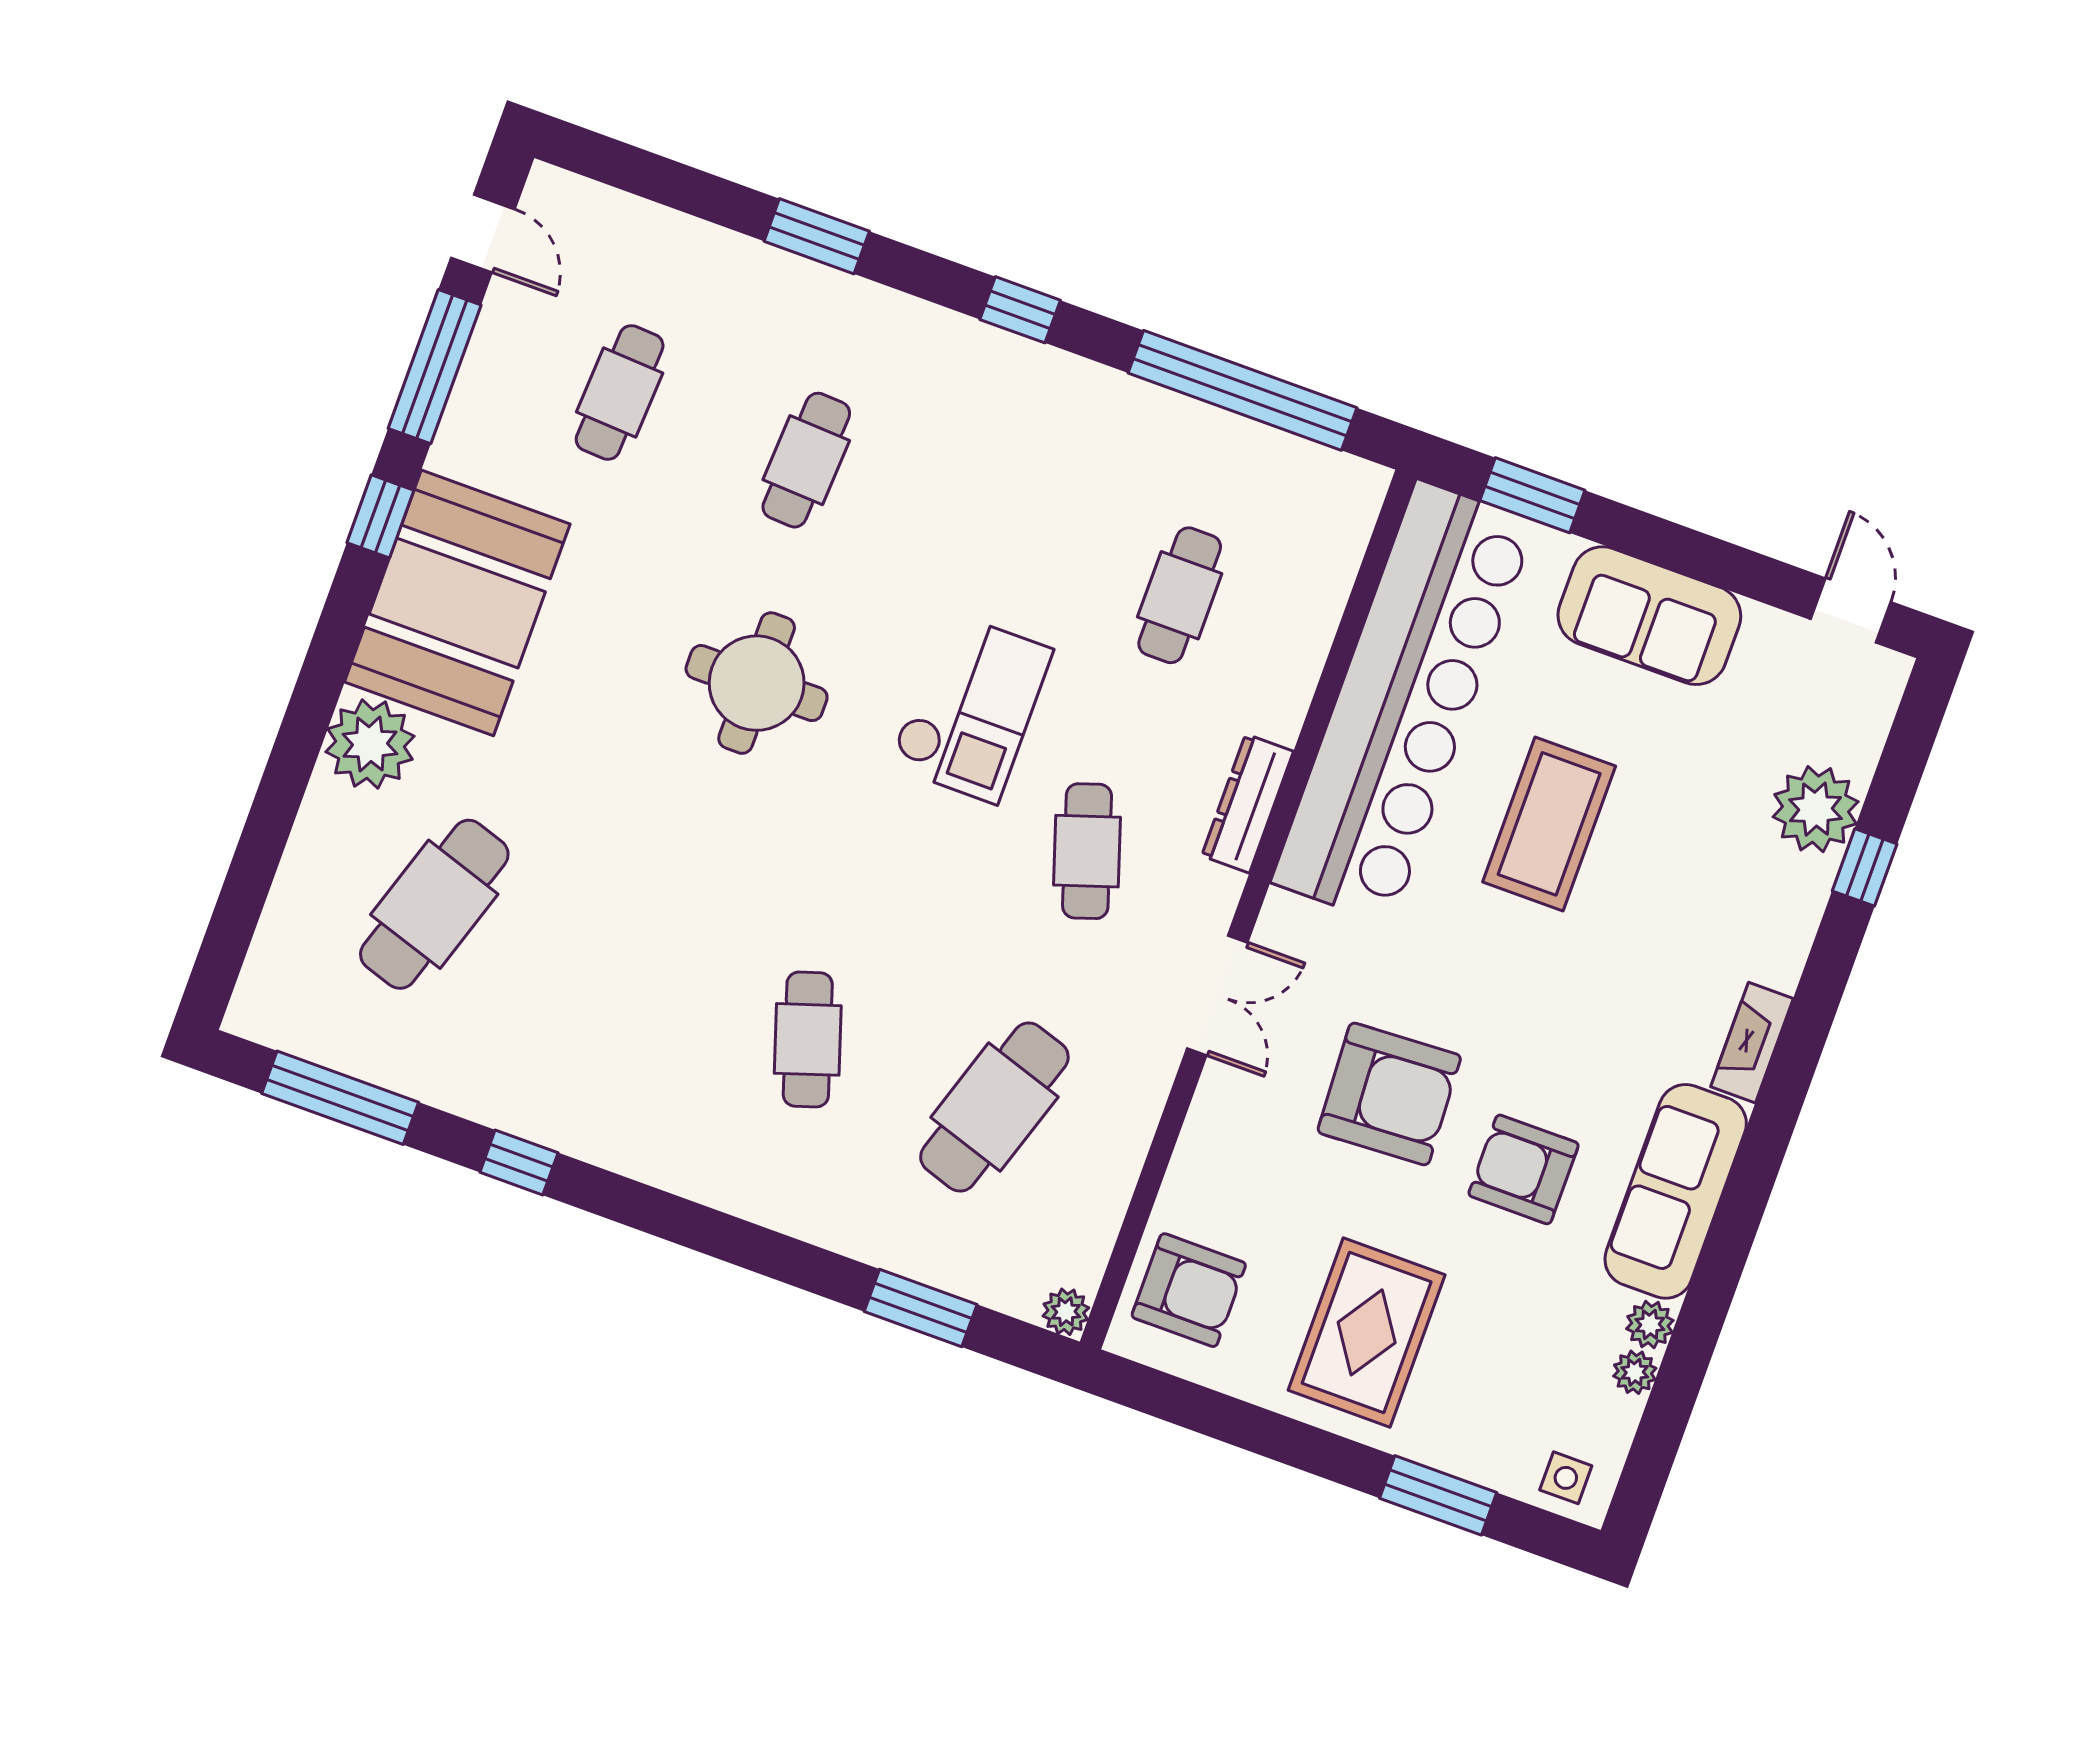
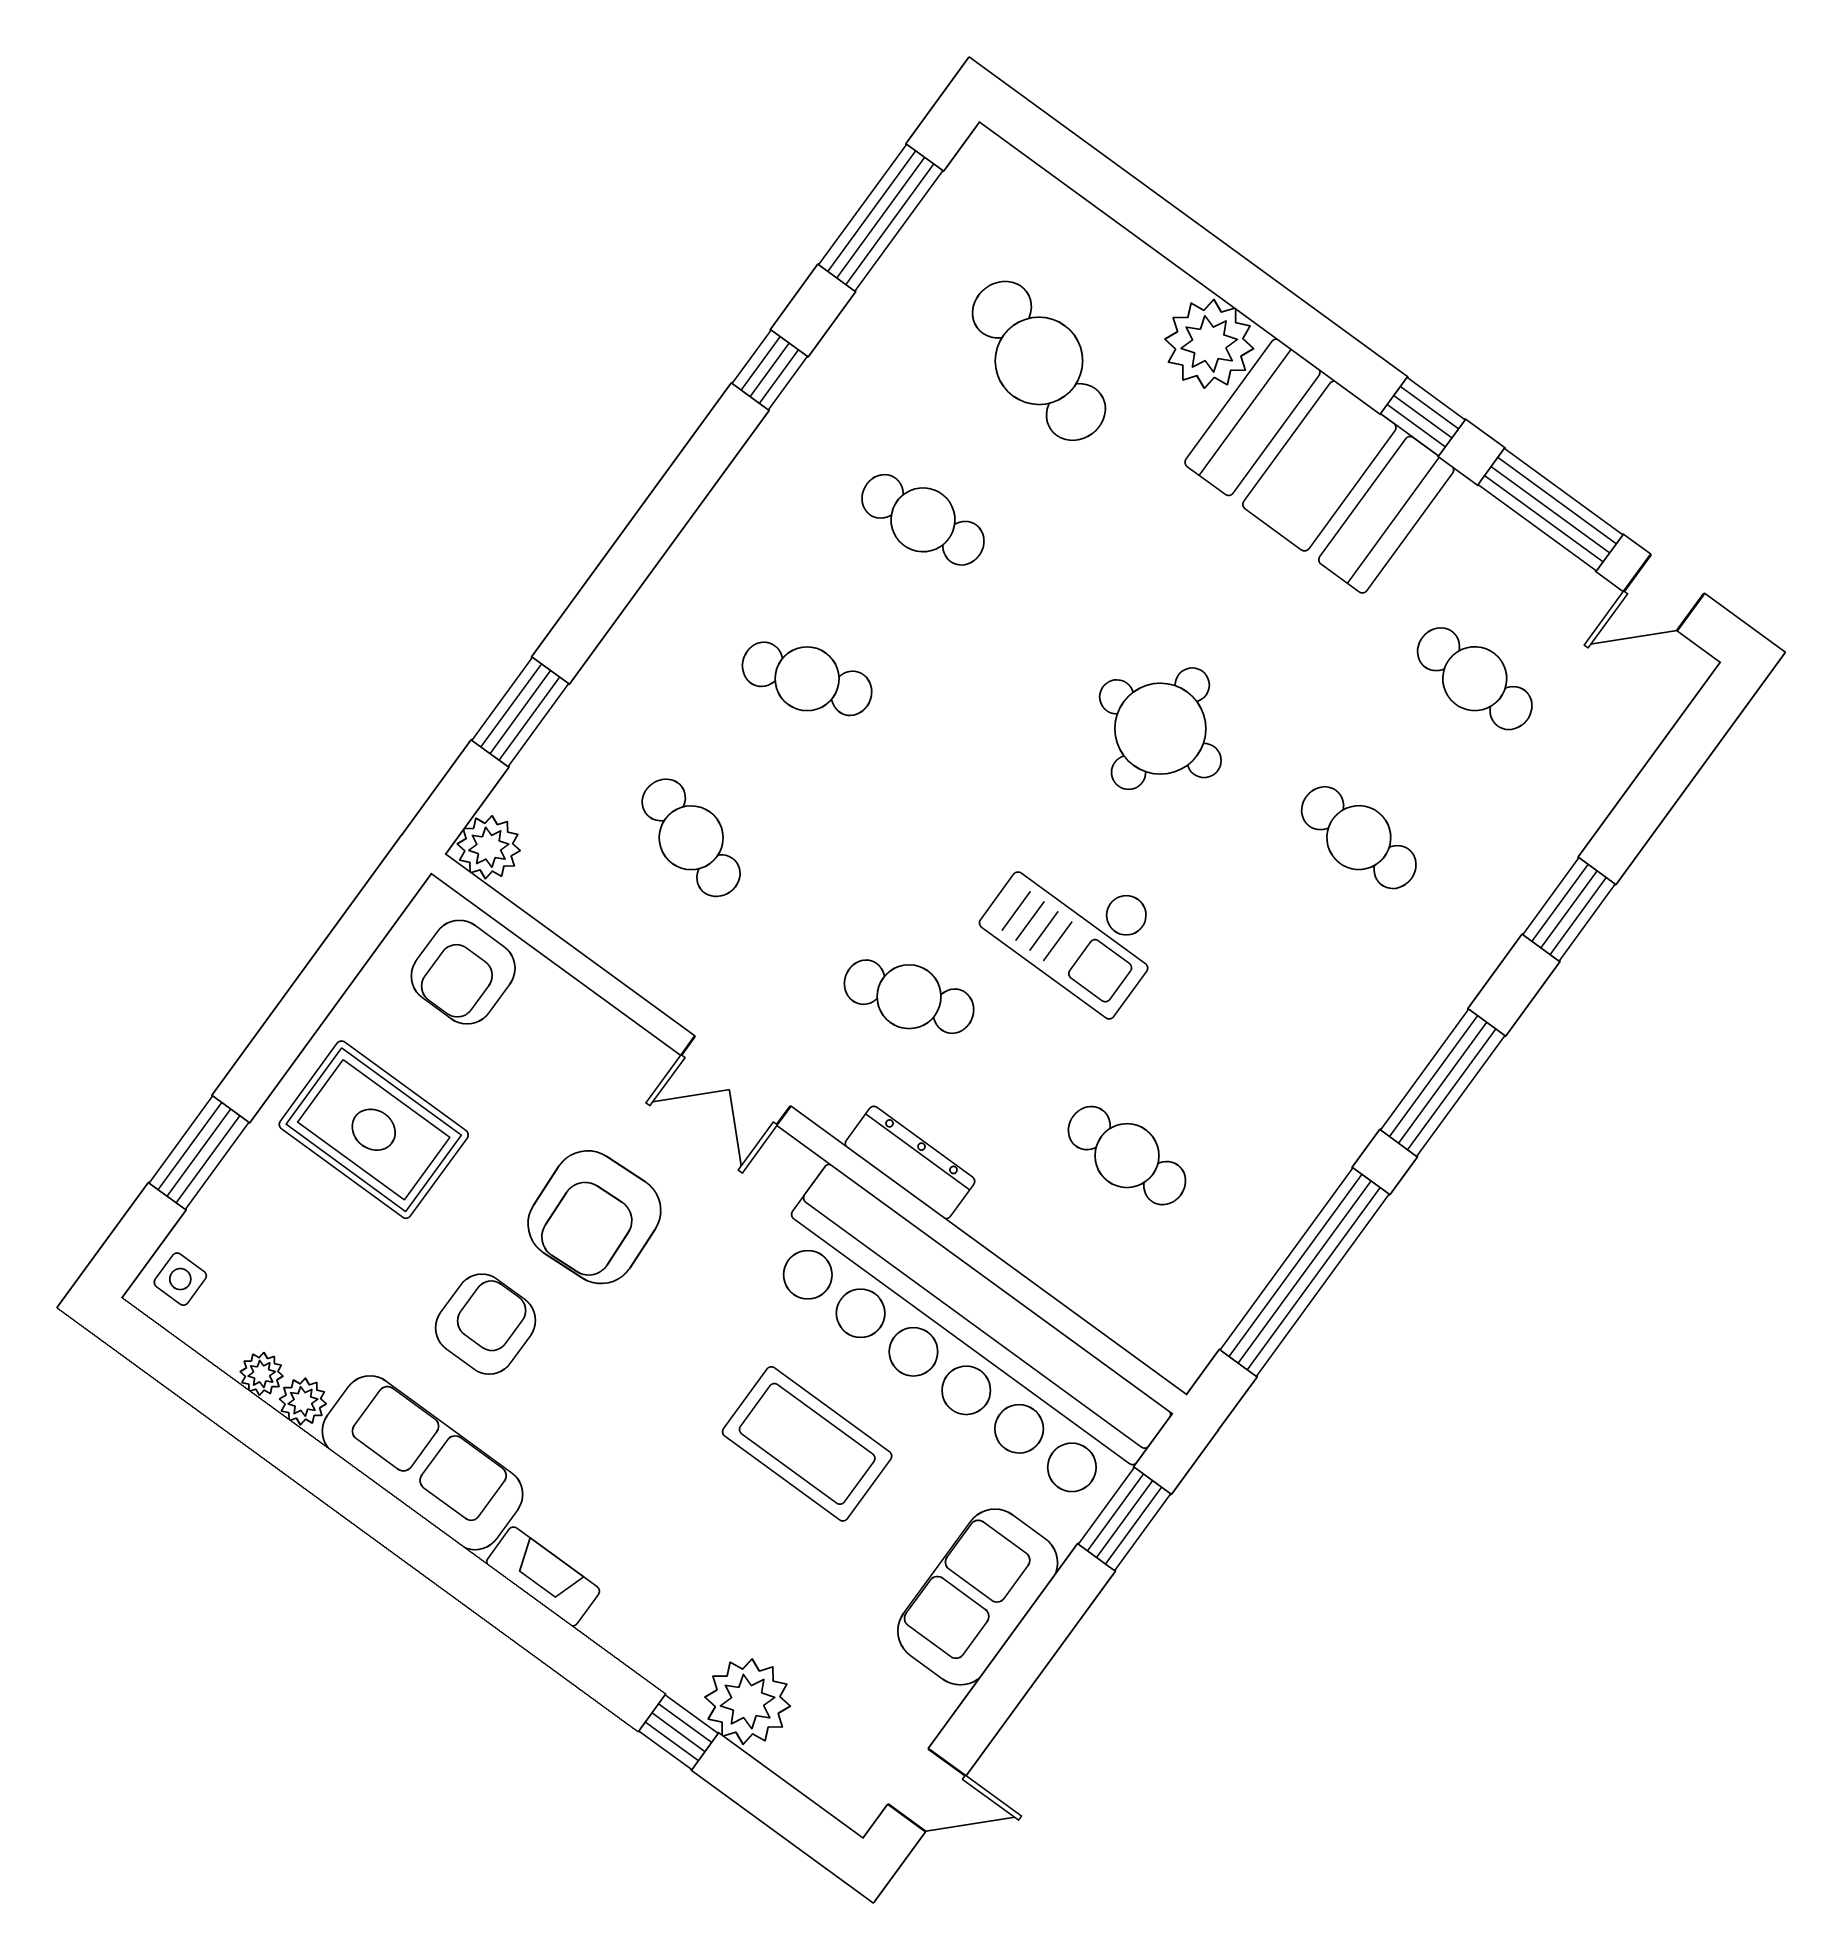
window: (1020, 310) -> (1443, 1083), width x2.17
cafe table: (621, 972) -> (923, 520), added
cafe table: (994, 1107) -> (691, 838), width x0.73, depth x0.74
plant: (1066, 1312) -> (489, 847), width x1.38, depth x1.38

